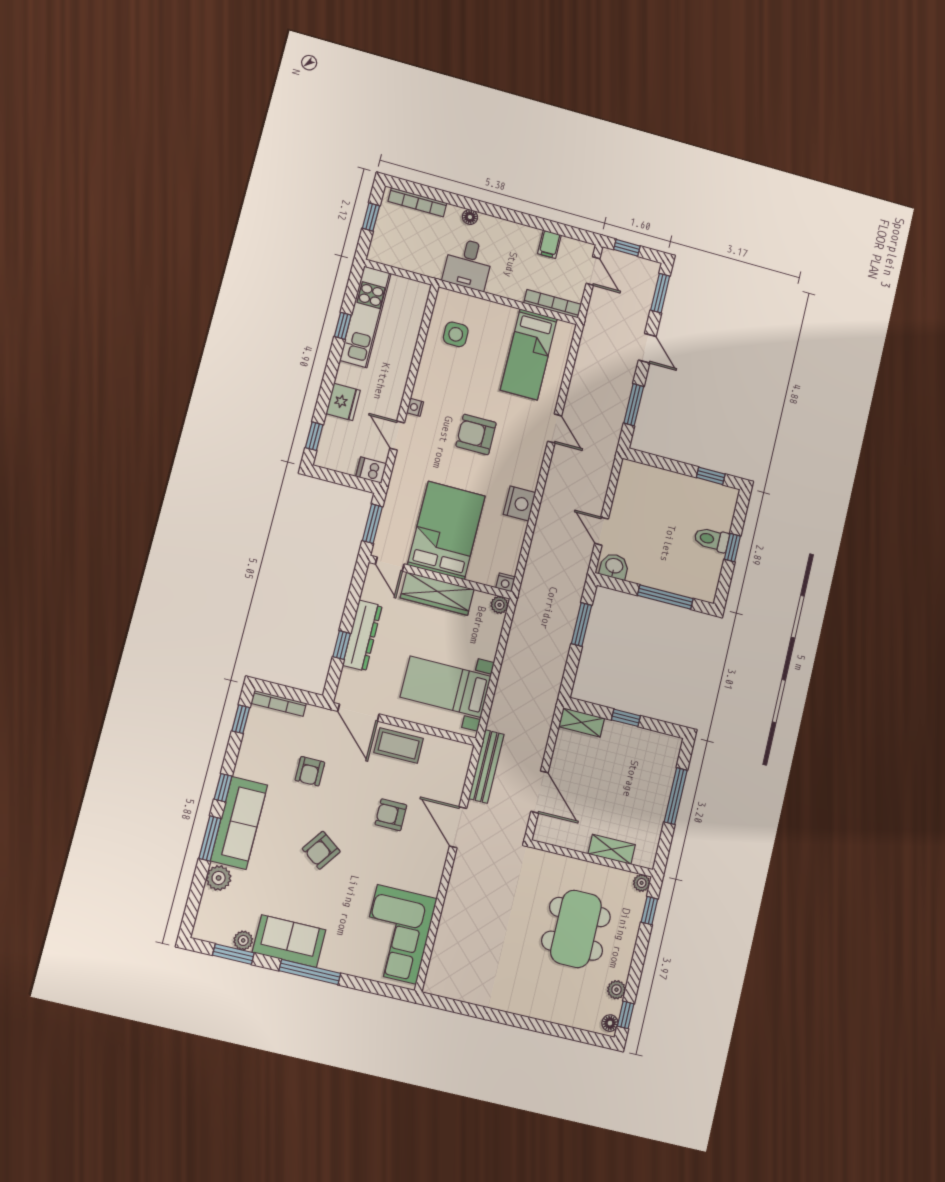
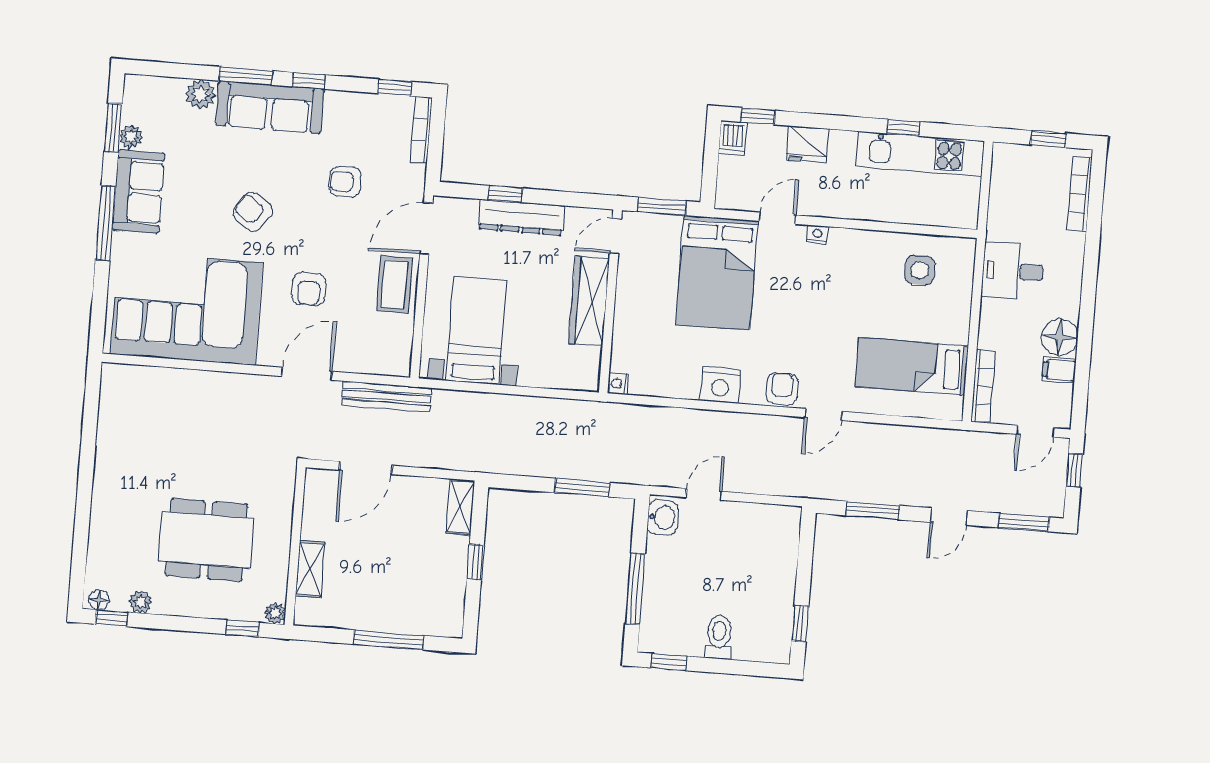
floor lamp: (470, 217) -> (1060, 337), moved, width x1.89, depth x1.89
armchair: (476, 434) -> (782, 389), moved, width x0.72, depth x0.72
dishwasher: (371, 470) -> (733, 138), moved, turned 180
bed: (446, 530) -> (717, 273), moved, turned 90
window: (732, 548) -> (669, 662), moved
plant: (499, 605) -> (589, 381), removed
armchair: (391, 815) -> (309, 289), turned 180
corner sofa: (397, 934) -> (187, 308), width x1.36, depth x1.36

